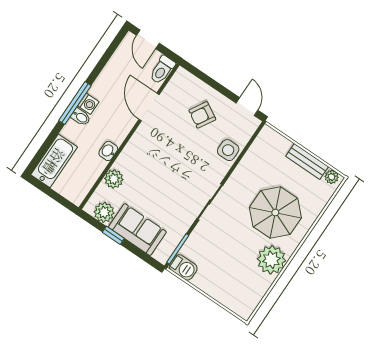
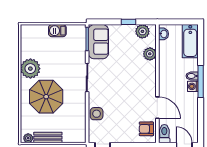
armchair: (202, 115) -> (146, 129), moved, turned -120
washbasin: (108, 151) -> (164, 34), moved
sofa: (137, 230) -> (98, 42), moved, turned -90
barbecue: (183, 267) -> (57, 31), moved

